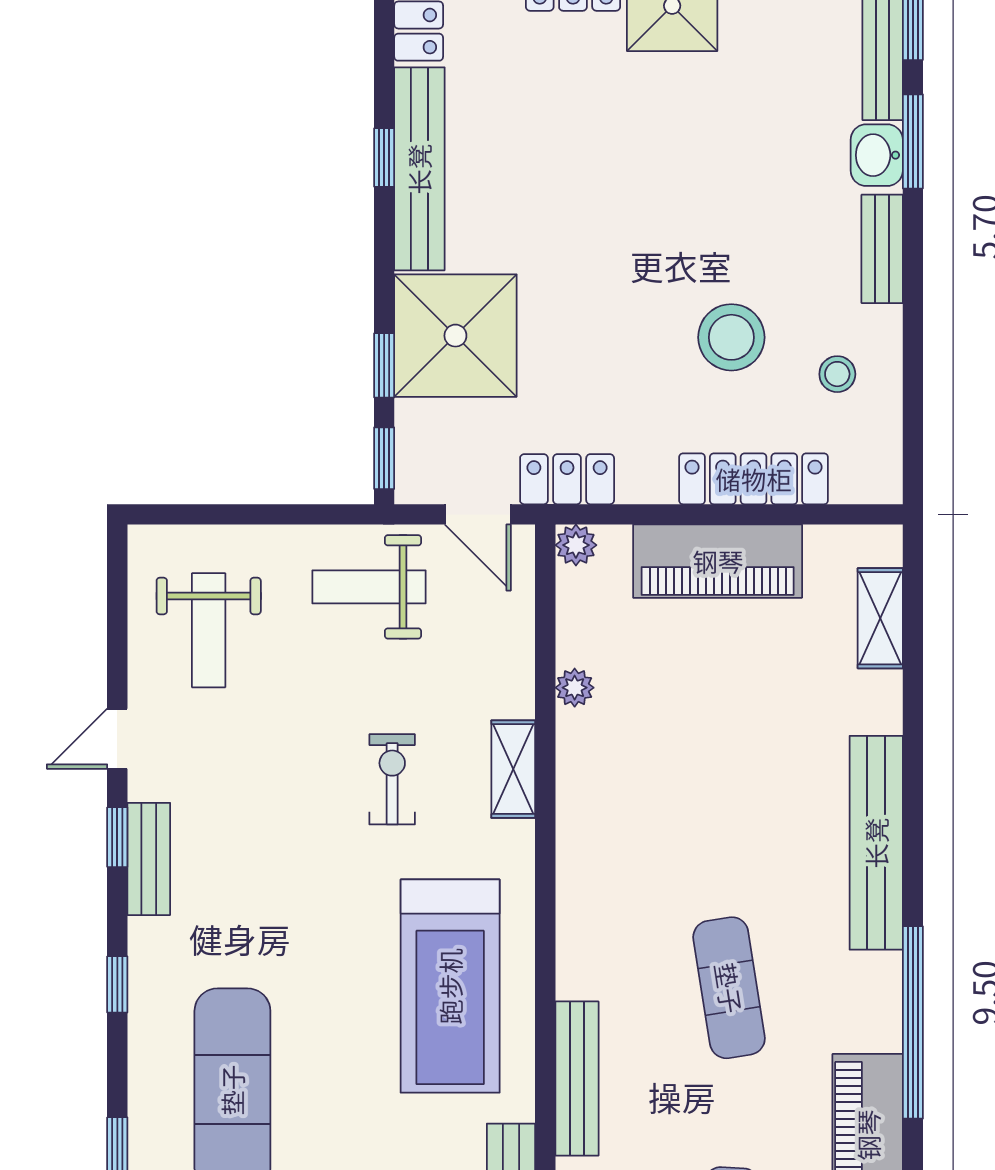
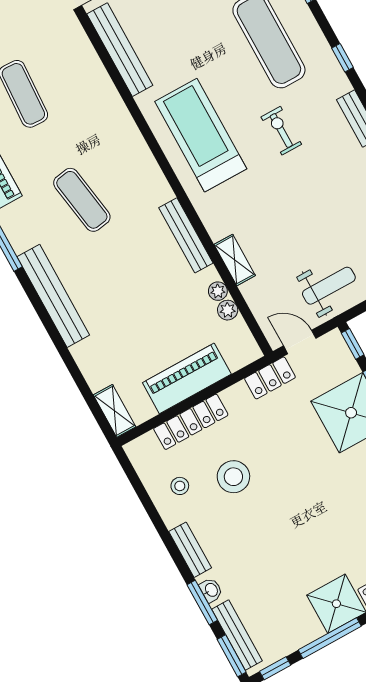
washbasin: (877, 155) -> (211, 590), width x0.72, depth x0.69
plant: (576, 545) -> (228, 310), moved
shelving: (880, 618) -> (115, 411), moved
shelving: (513, 769) -> (235, 260), moved
exercise bike: (392, 779) -> (281, 131), moved, turned 180
bench: (577, 1079) -> (186, 235), moved

